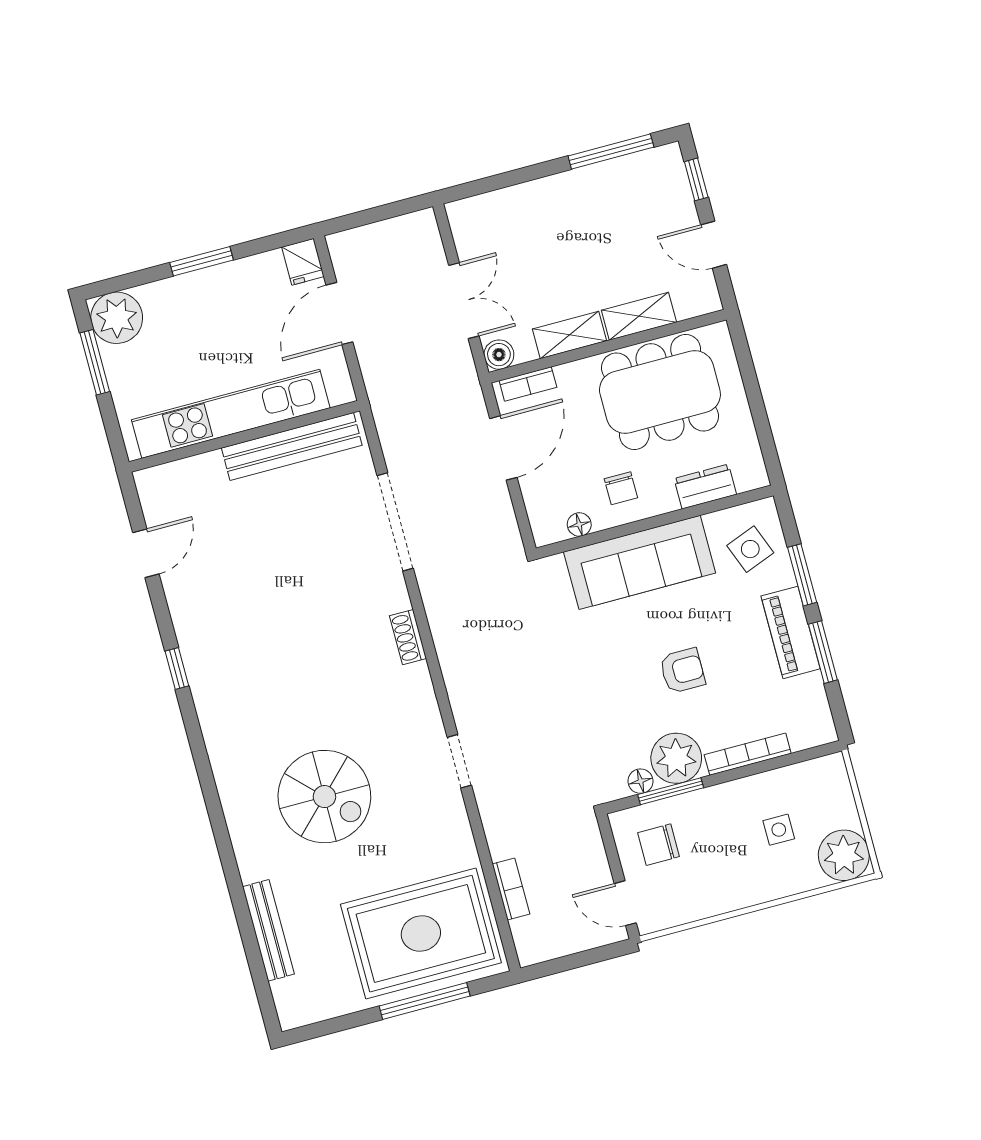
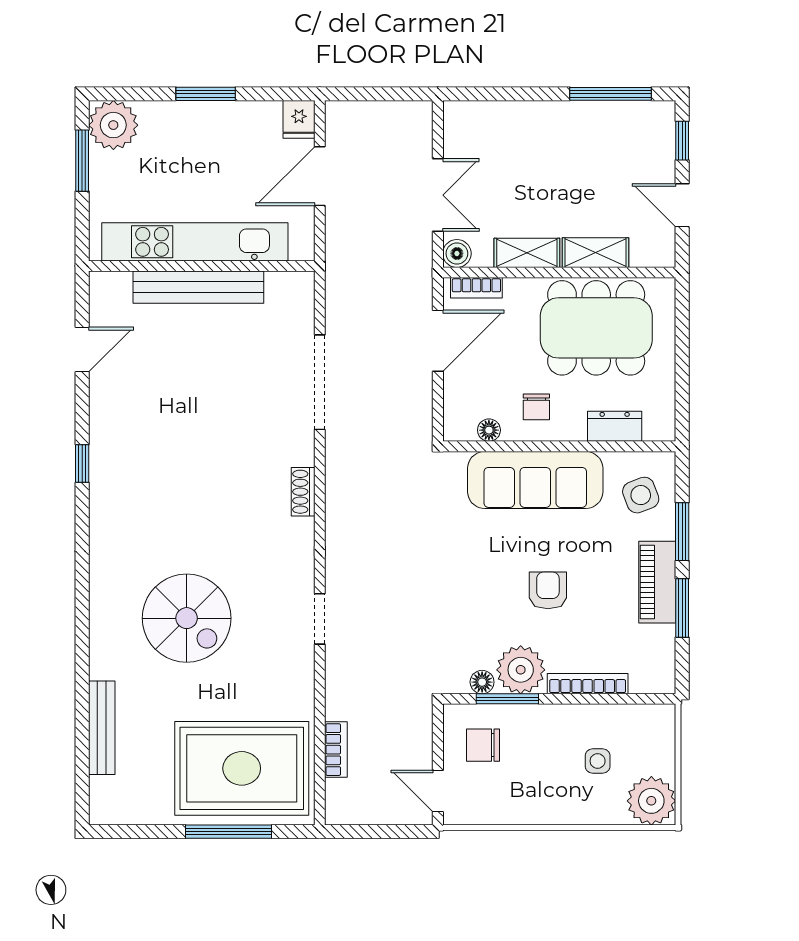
bench: (292, 447) -> (198, 287), moved
armchair: (682, 671) -> (548, 590), turned -90

